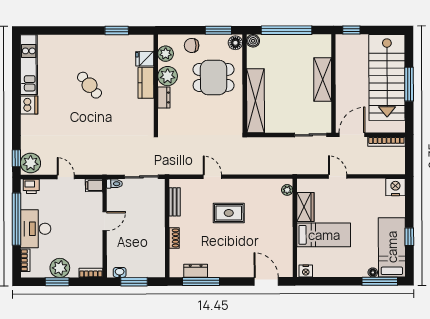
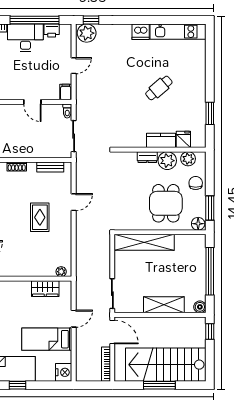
boiler: (253, 41) -> (200, 307), moved
printer: (31, 186) -> (52, 31), moved, turned -90
bed: (324, 235) -> (47, 339), moved, turned 90

